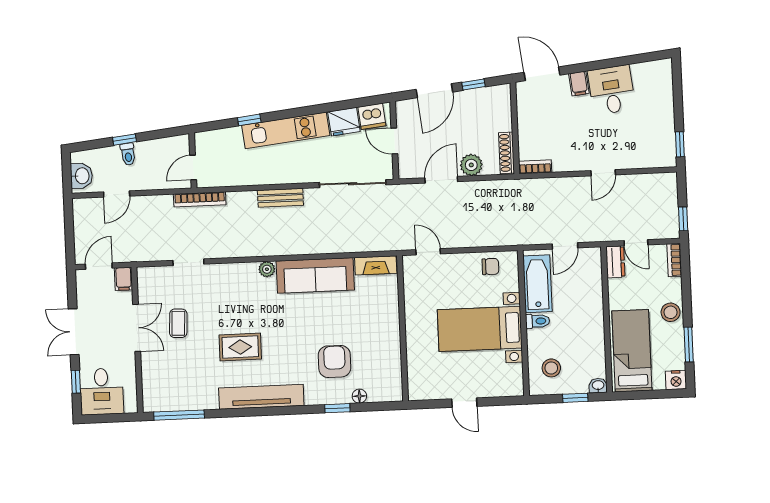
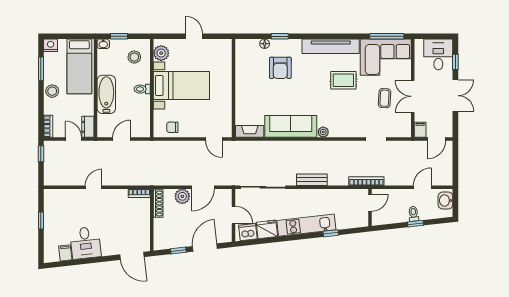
filing cabinet: (579, 84) -> (65, 253), moved
window: (680, 144) -> (41, 220), moved
bathtub: (537, 284) -> (106, 94), moved, turned 180
plant: (512, 376) -> (161, 53), added
corner sofa: (179, 384) -> (386, 57), added

